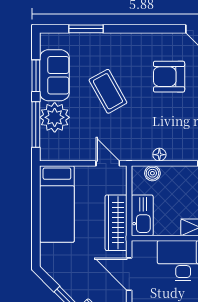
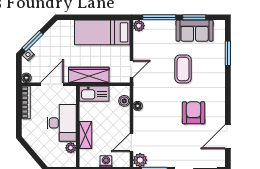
coffee table: (108, 91) -> (183, 69), turned -61
plant: (55, 117) -> (139, 26), moved, width x0.53, depth x0.53

